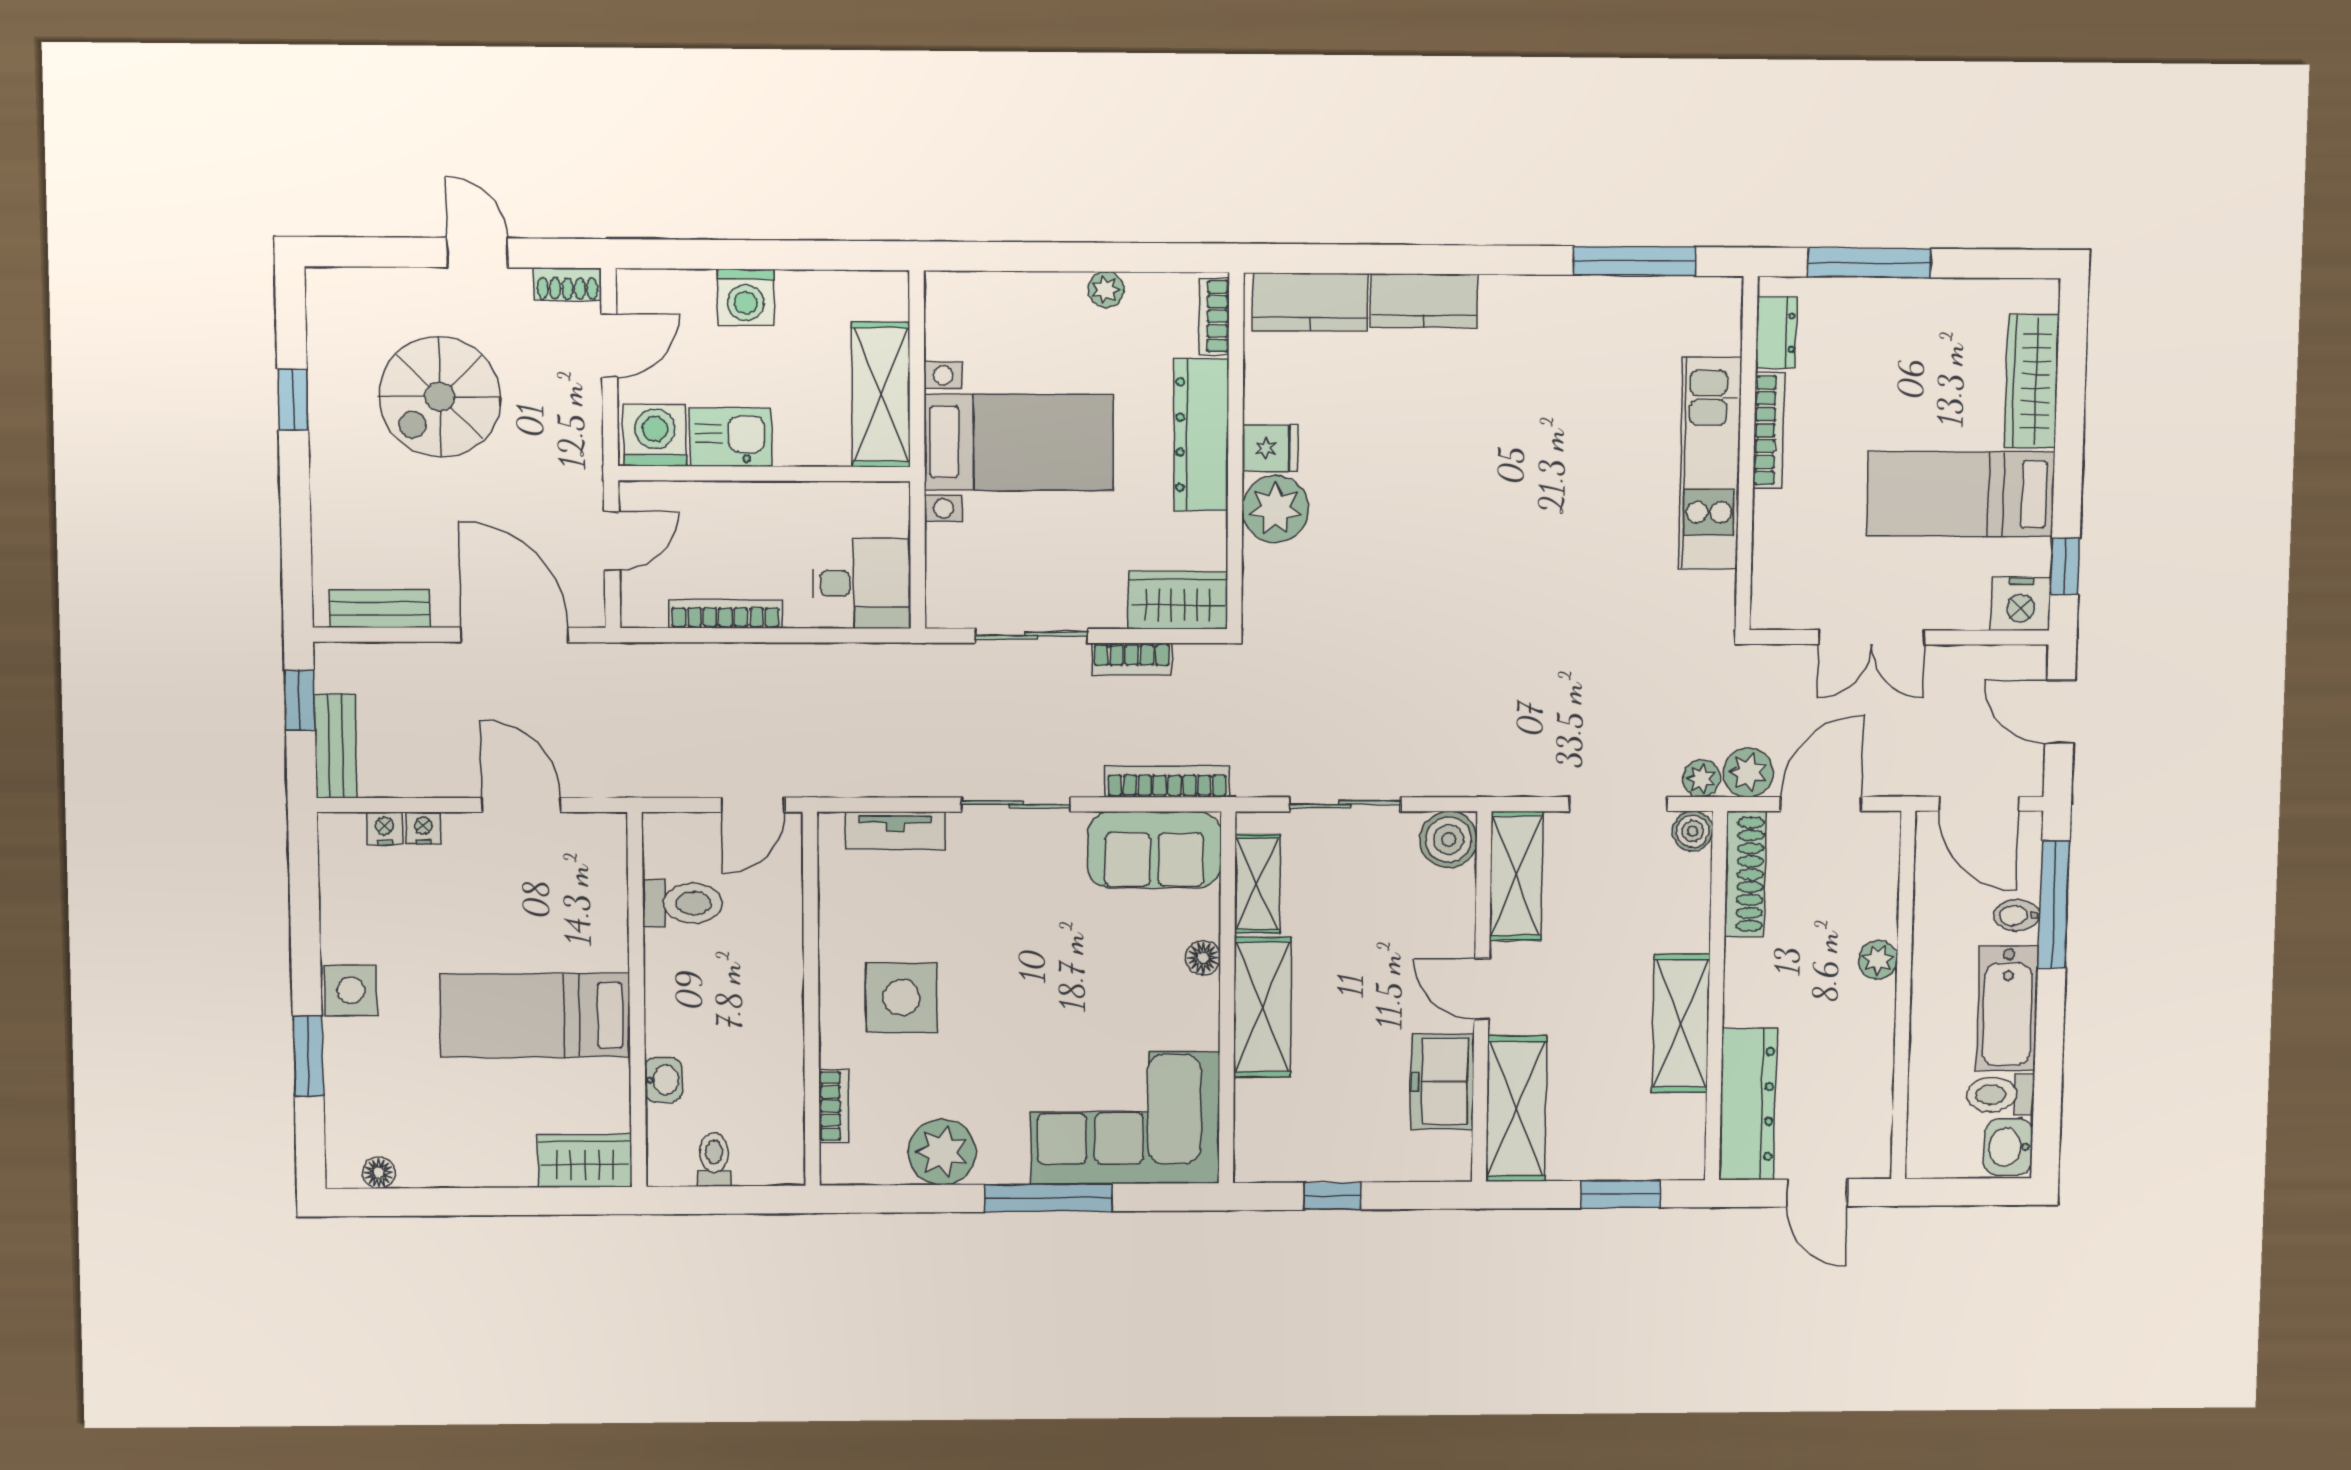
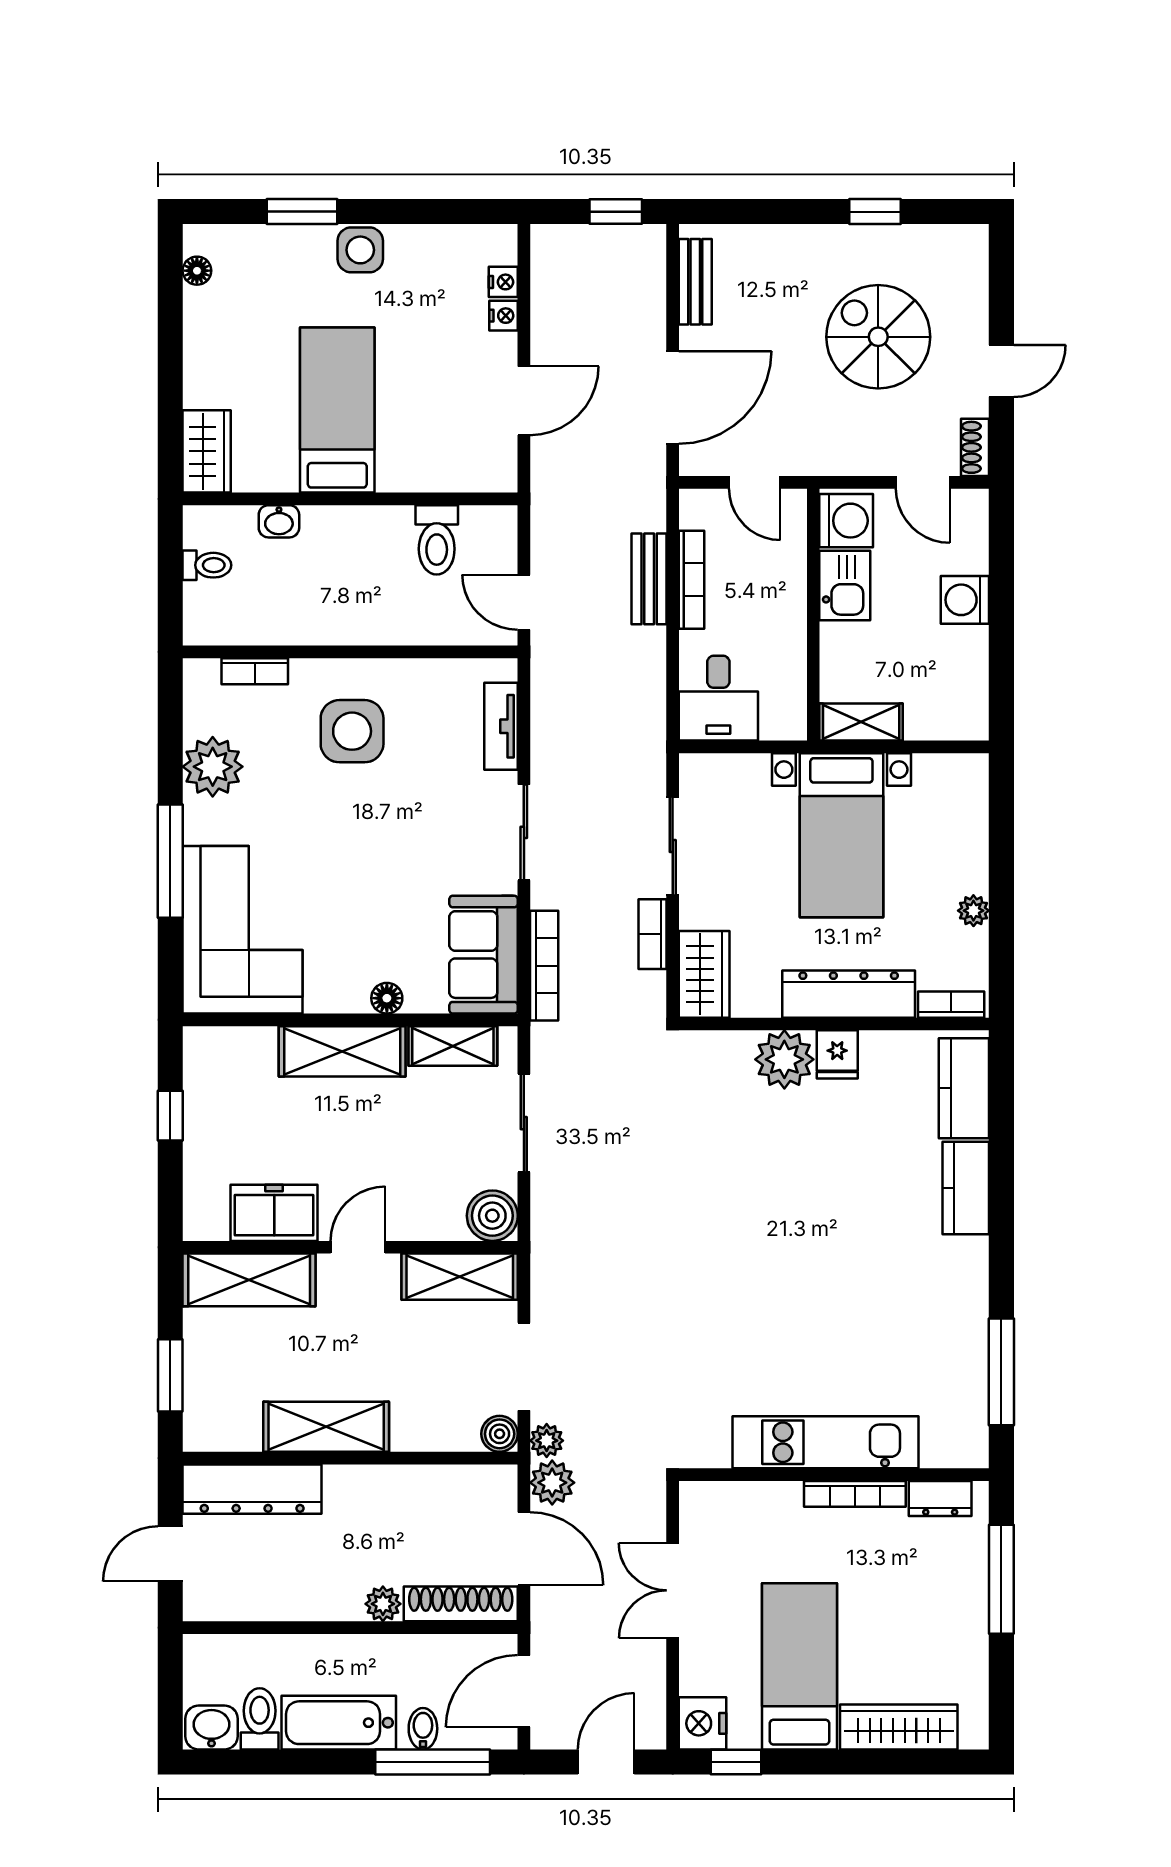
shelving: (881, 395) -> (861, 722), width x0.67, depth x0.75
bench: (335, 746) -> (649, 579), moved, turned 90
shoe rack: (1745, 874) -> (461, 1604), moved, turned 180

